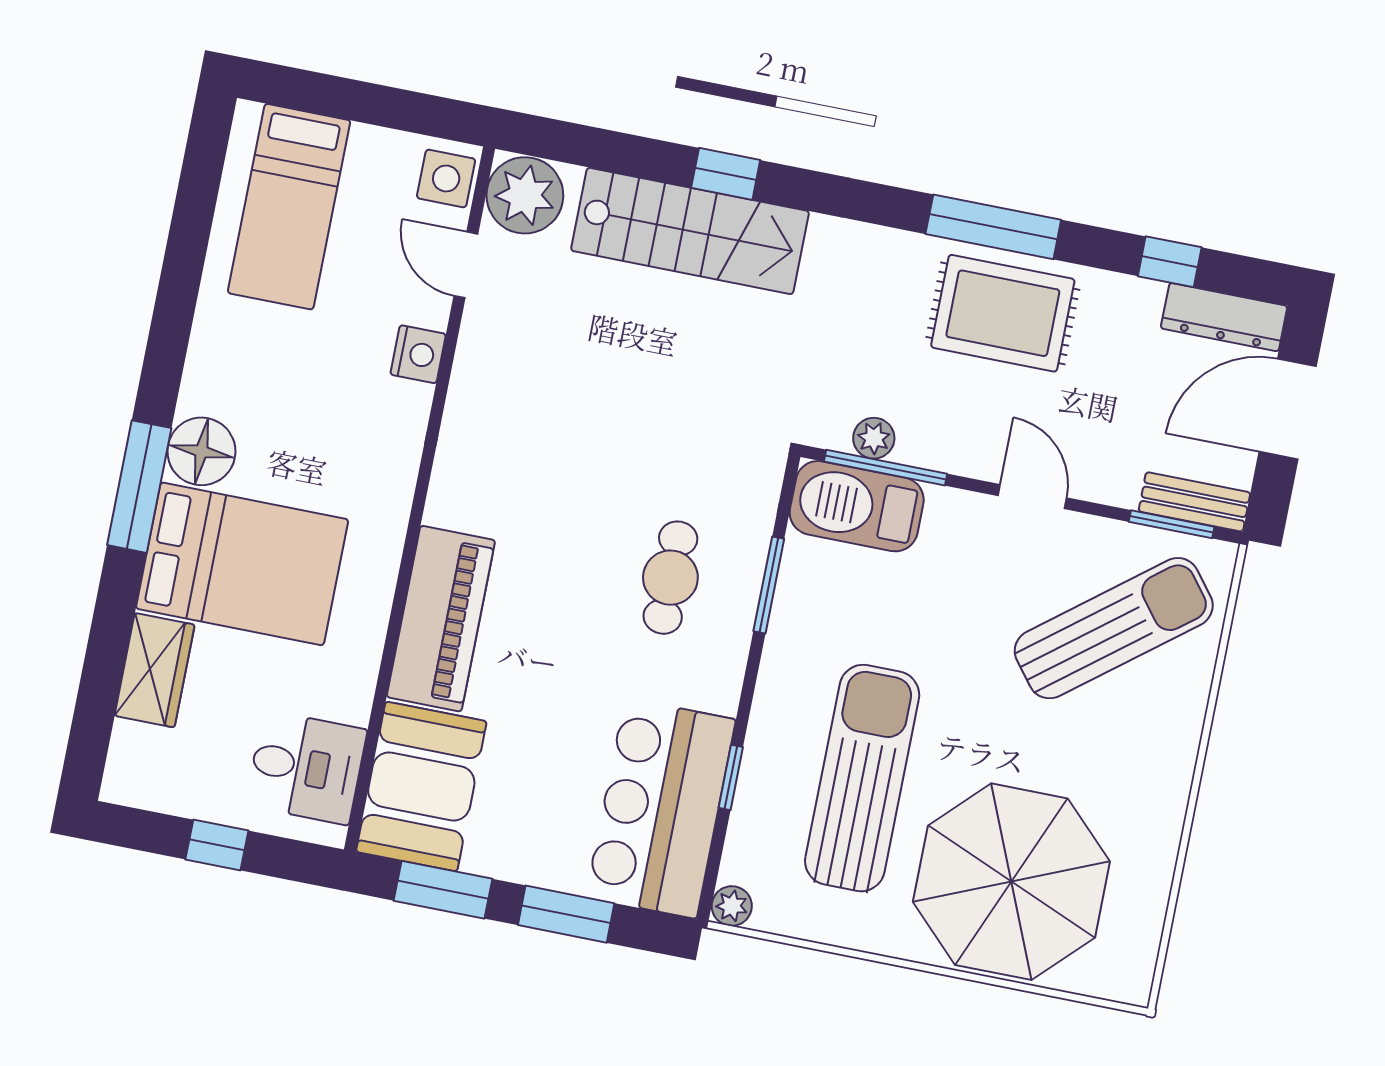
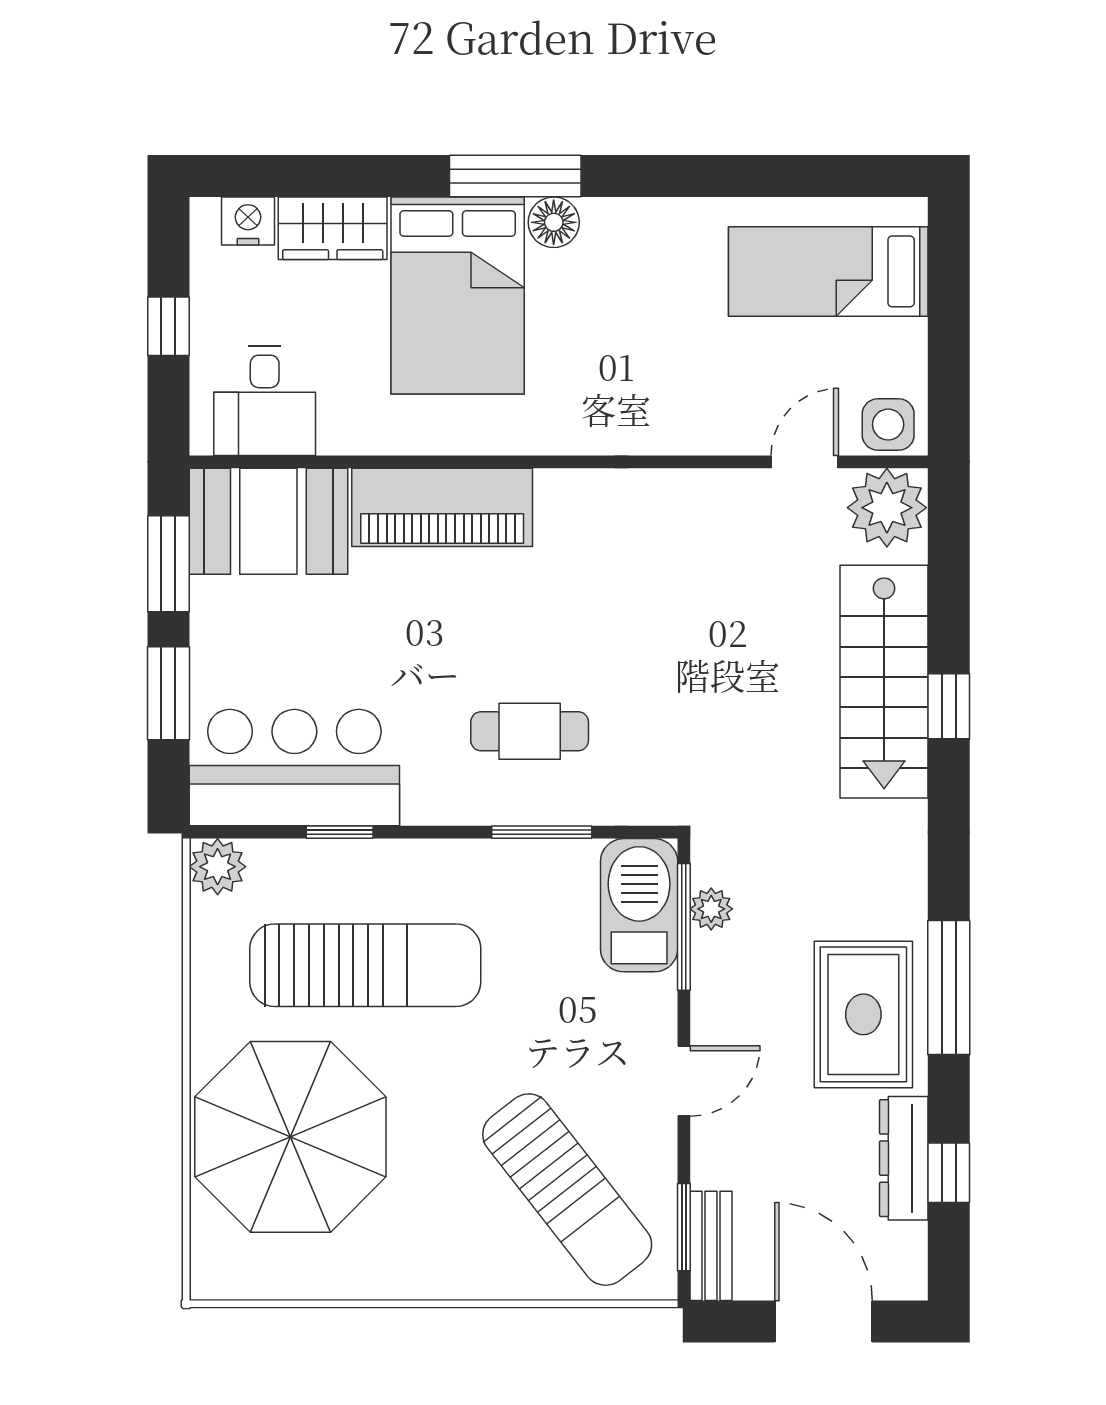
dresser: (1224, 317) -> (904, 1158), moved
nightstand: (418, 354) -> (248, 221), moved, turned 180
floor lamp: (201, 451) -> (554, 222), width x0.73, depth x0.73
plant: (732, 906) -> (218, 867), width x1.38, depth x1.38

